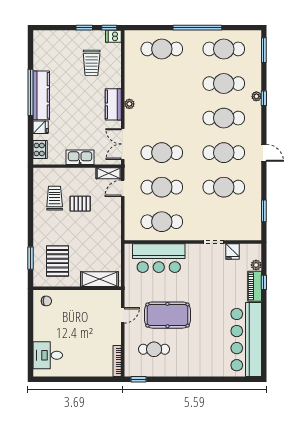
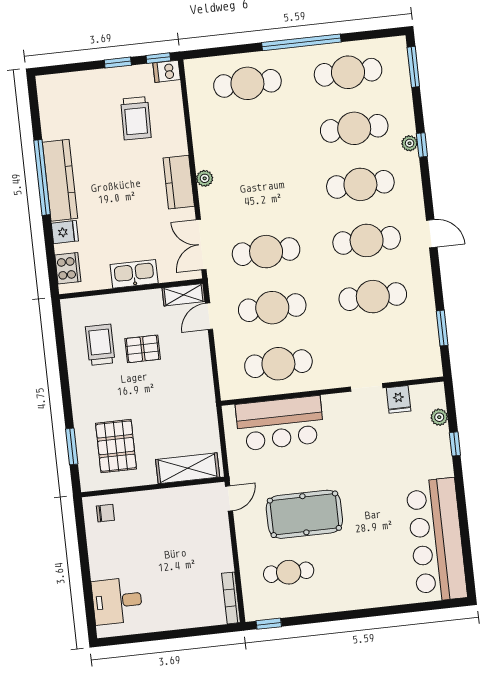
piano: (255, 286) -> (441, 452), removed
door: (123, 315) -> (229, 498), moved

